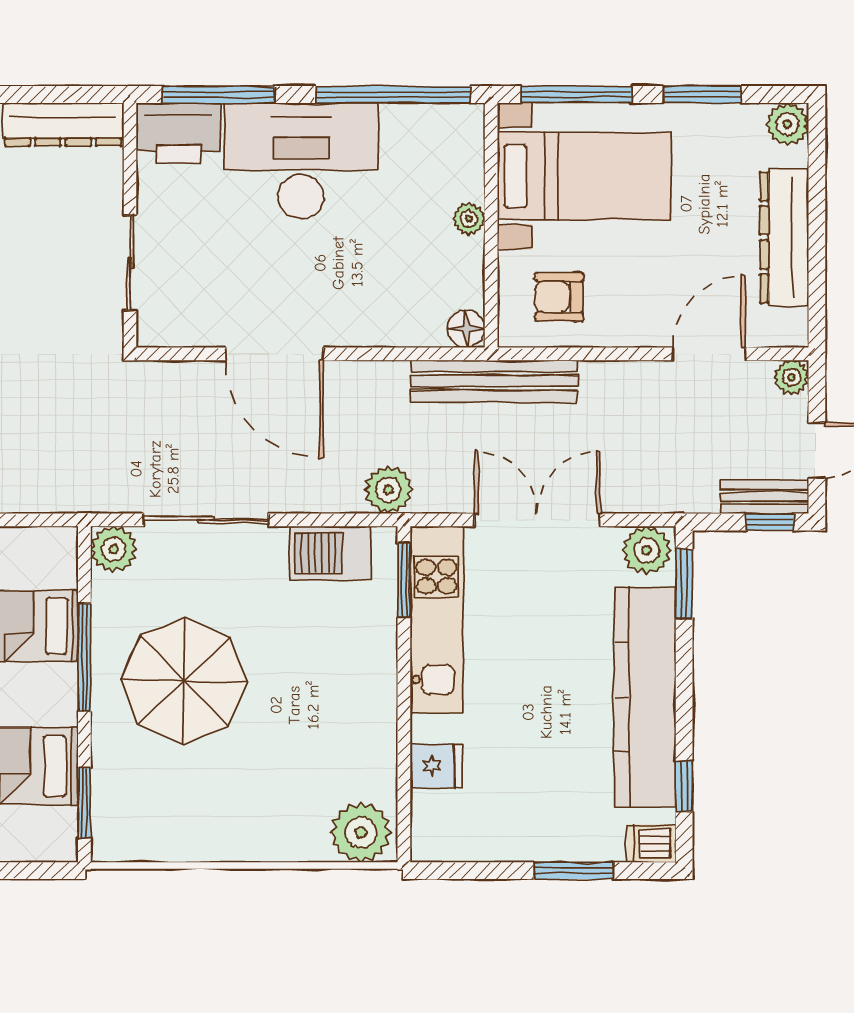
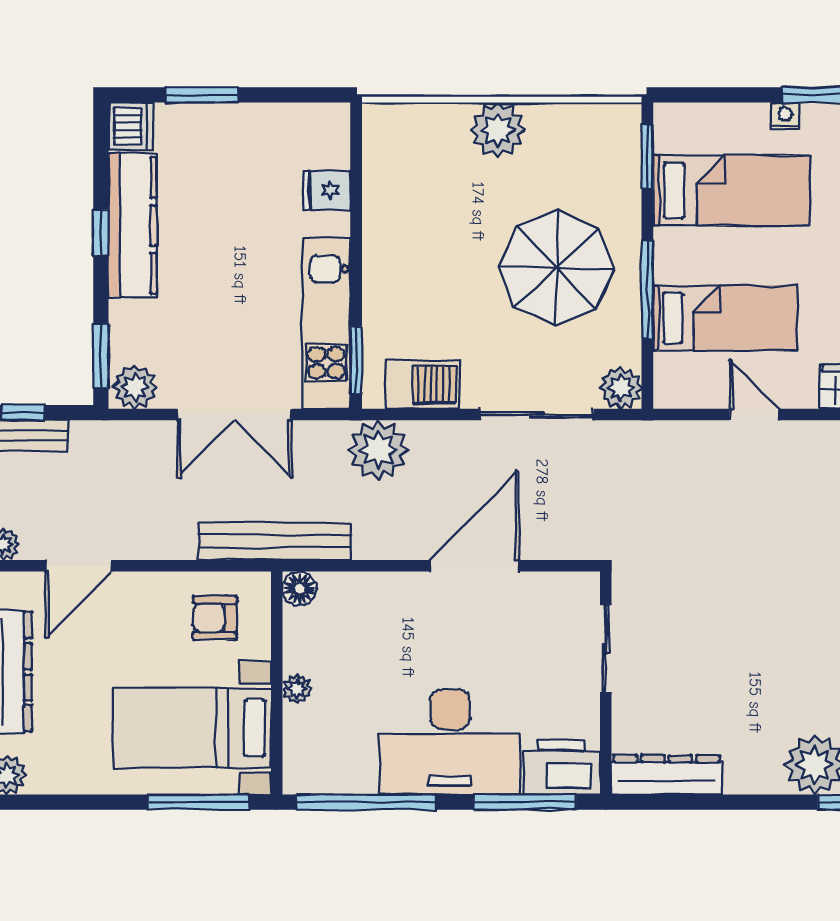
window: (702, 94) -> (84, 802), removed
armchair: (559, 297) -> (215, 618), turned 180
door: (274, 354) -> (474, 566), hinge flipped
plant: (388, 490) -> (378, 450), width x1.36, depth x1.36
kitchen counter: (645, 697) -> (132, 225), width x0.72, depth x0.86
window: (684, 786) -> (101, 233), moved
plant: (361, 832) -> (498, 130), moved
dishwasher: (651, 843) -> (131, 126), width x1.38

